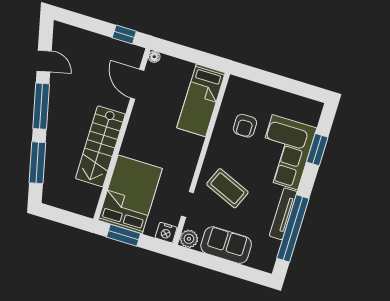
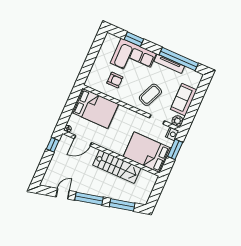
bed: (201, 100) -> (95, 108), width x1.50
window: (124, 235) -> (175, 149), moved

